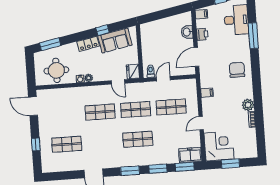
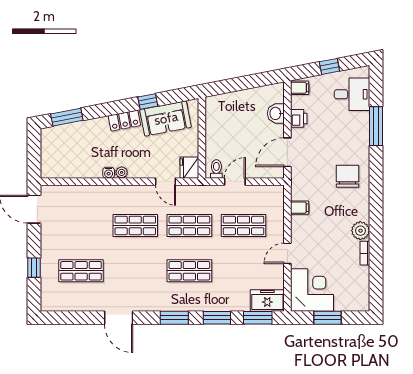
desk: (236, 20) -> (352, 94), width x0.73
round table: (56, 70) -> (73, 157), removed

